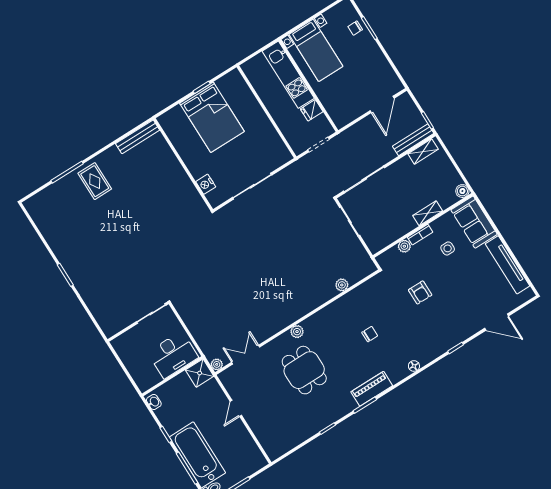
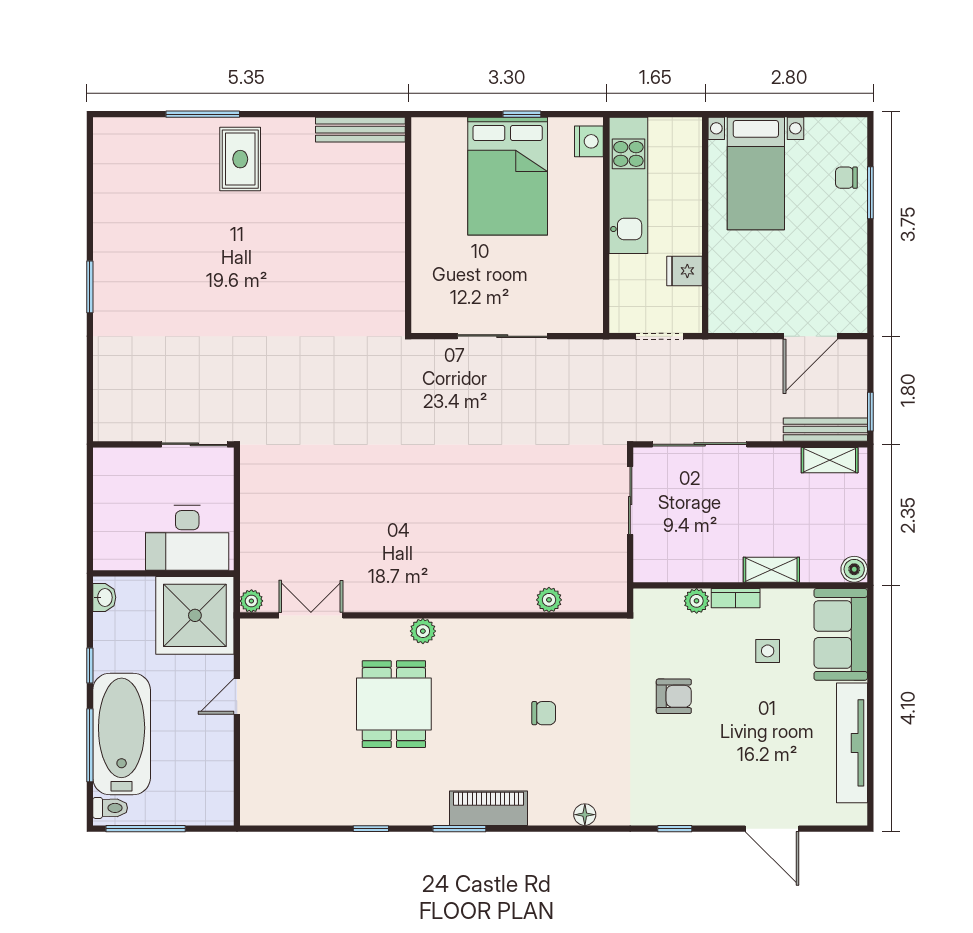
kitchen unit: (288, 75) -> (628, 185), moved, turned 180
nightstand: (206, 184) -> (589, 141), moved, turned 180
armchair: (420, 292) -> (674, 696), turned -90
shower: (200, 373) -> (195, 615), width x1.86, depth x1.86

